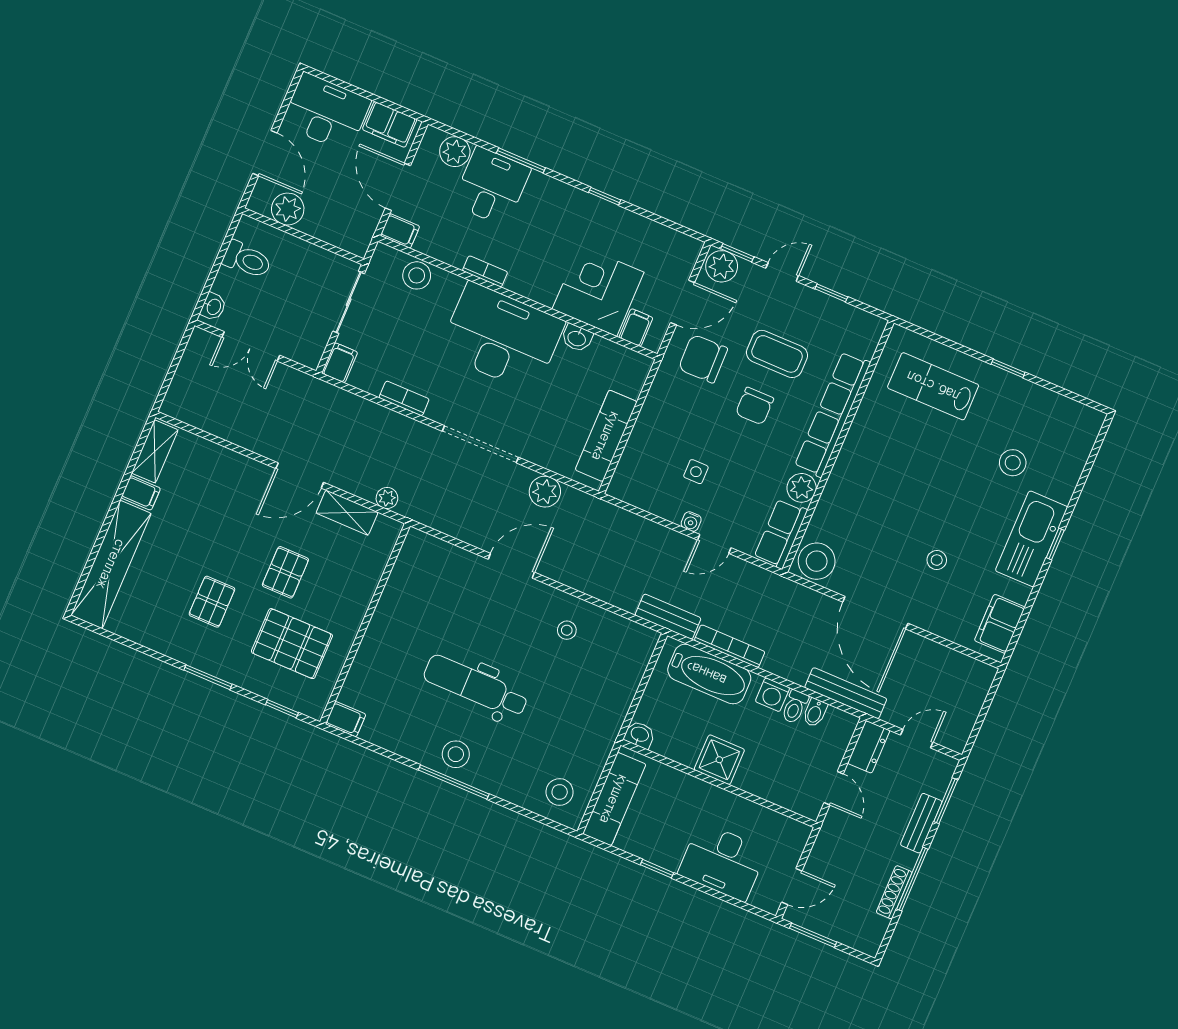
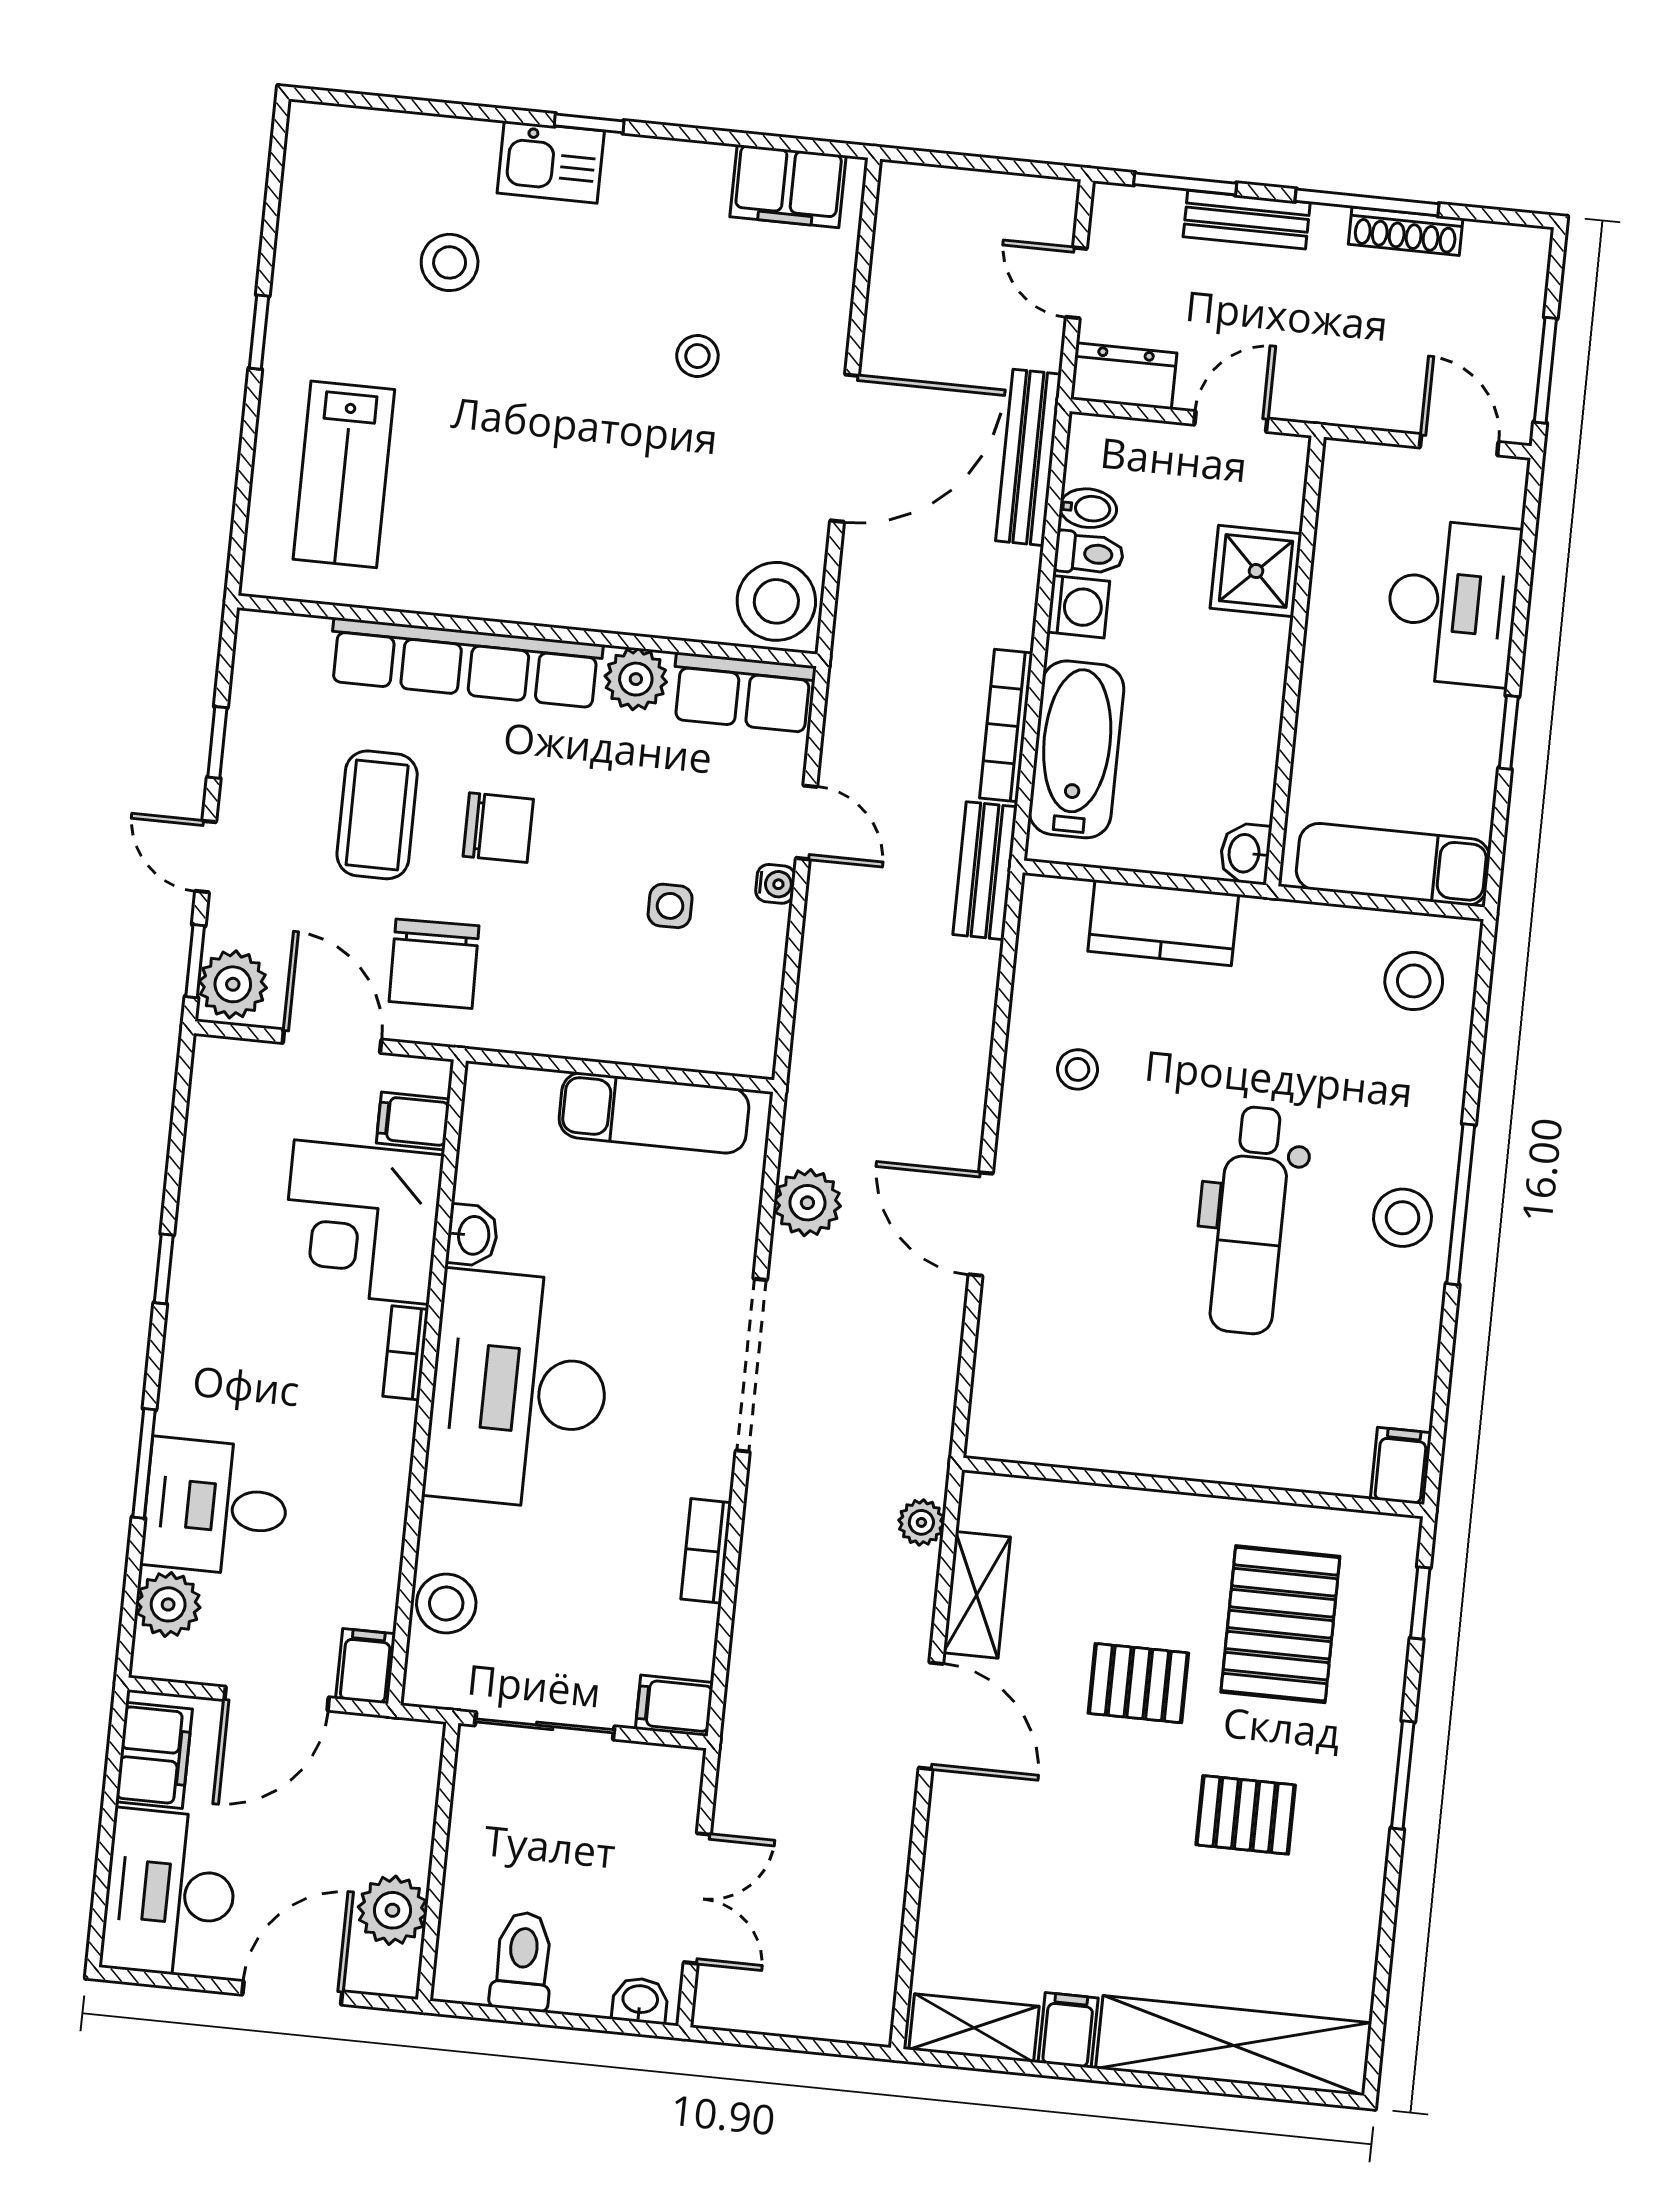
bookcase: (485, 271) -> (406, 1353), moved
kitchen sink: (1032, 539) -> (551, 162), width x0.53, depth x0.81
kitchen counter: (620, 689) -> (1163, 923), added
shower: (719, 760) -> (1256, 571), moved

